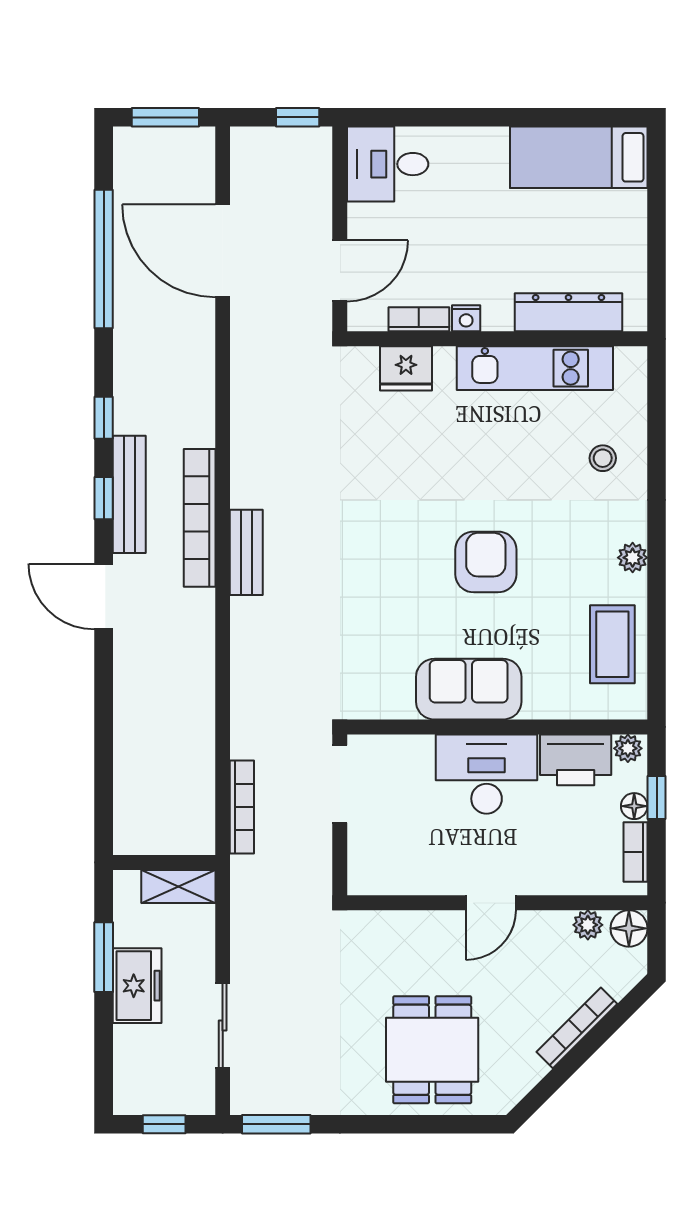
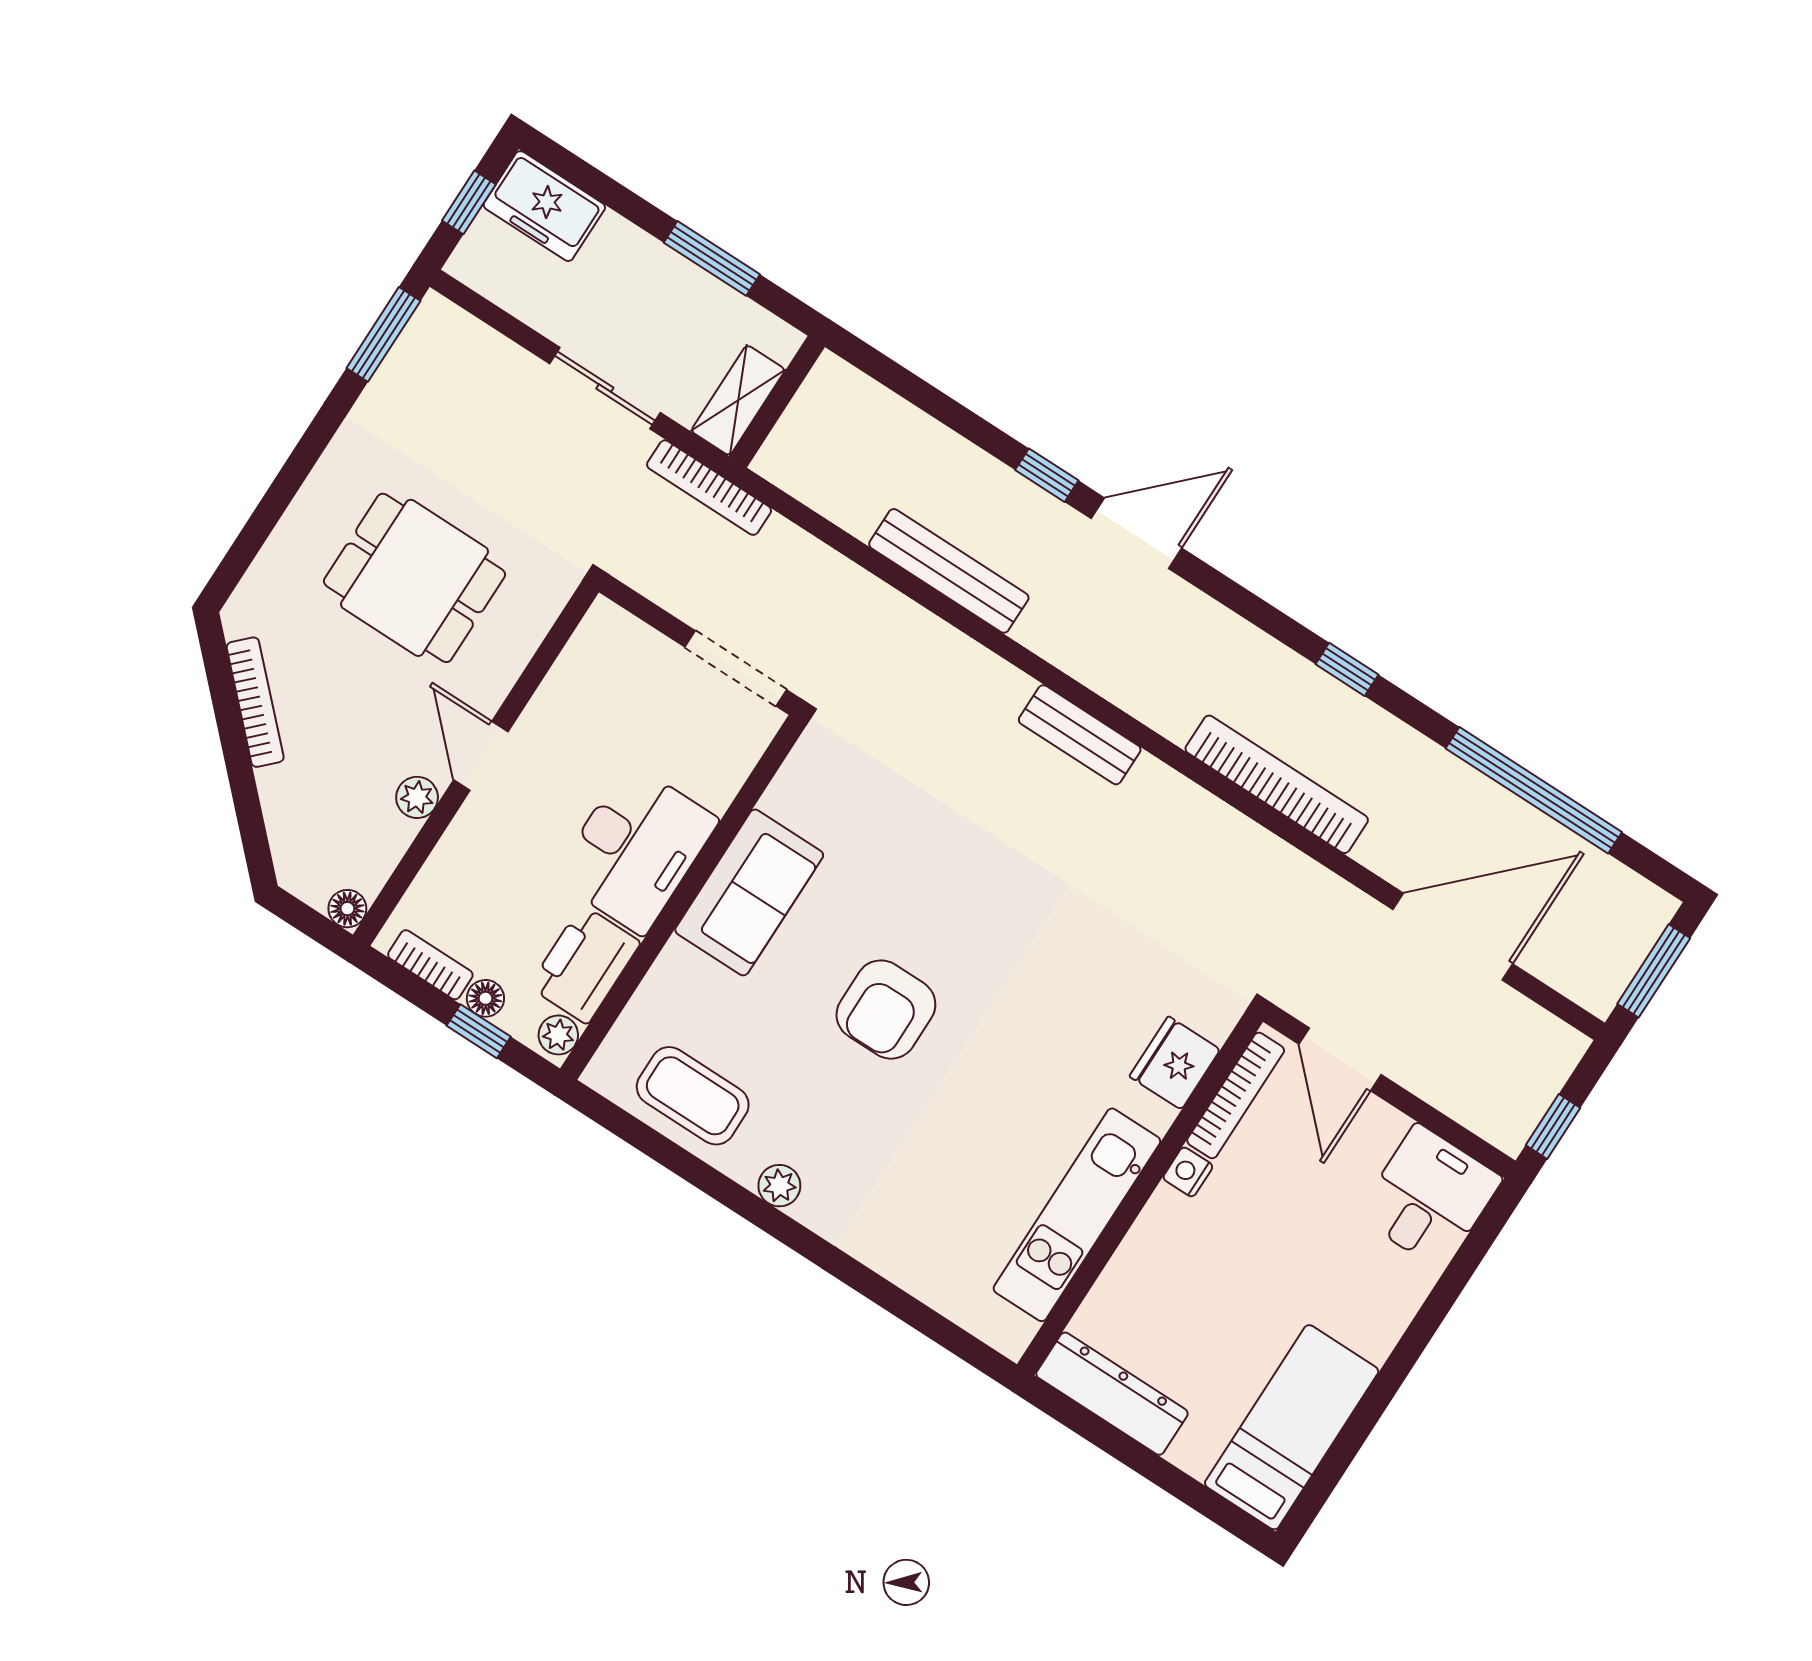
dresser: (569, 312) -> (1112, 1394), moved, turned -90
bookcase: (419, 319) -> (1236, 1095), width x1.56
stool: (603, 458) -> (919, 1226), removed
bench: (129, 494) -> (949, 571), moved
window: (104, 498) -> (1047, 475), moved
bookcase: (200, 518) -> (1277, 784), moved
armchair: (486, 562) -> (886, 1010), turned 90
bookcase: (242, 807) -> (709, 488), moved
plant: (588, 925) -> (417, 797), moved
floor lamp: (629, 928) -> (347, 909), width x0.73, depth x0.73
freezer: (137, 986) -> (544, 206), moved
sliding door: (223, 1026) -> (605, 388), moved
bookcase: (577, 1028) -> (255, 702), moved
dining table: (432, 1050) -> (415, 578), moved

